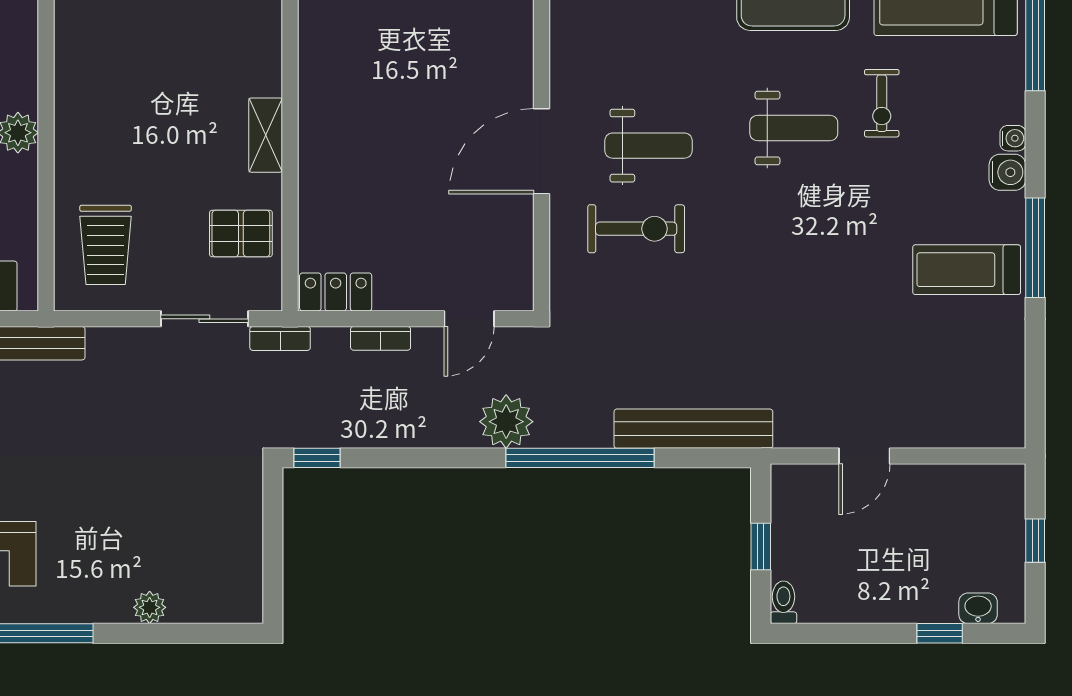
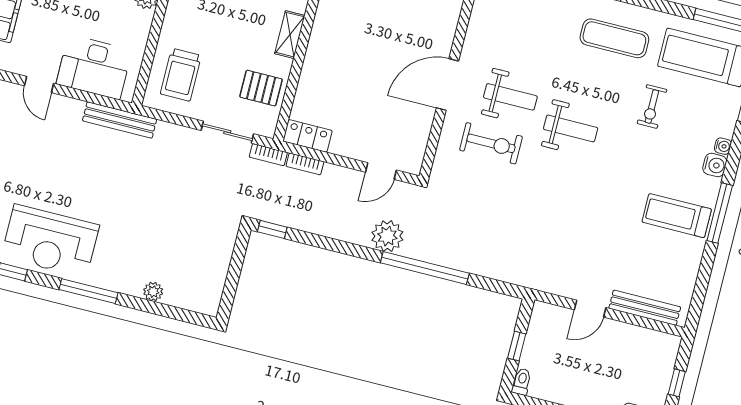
weight bench: (794, 128) -> (571, 128), moved
bookcase: (381, 338) -> (305, 164), moved
bench: (693, 429) -> (645, 308), moved, width x0.73, depth x0.82

